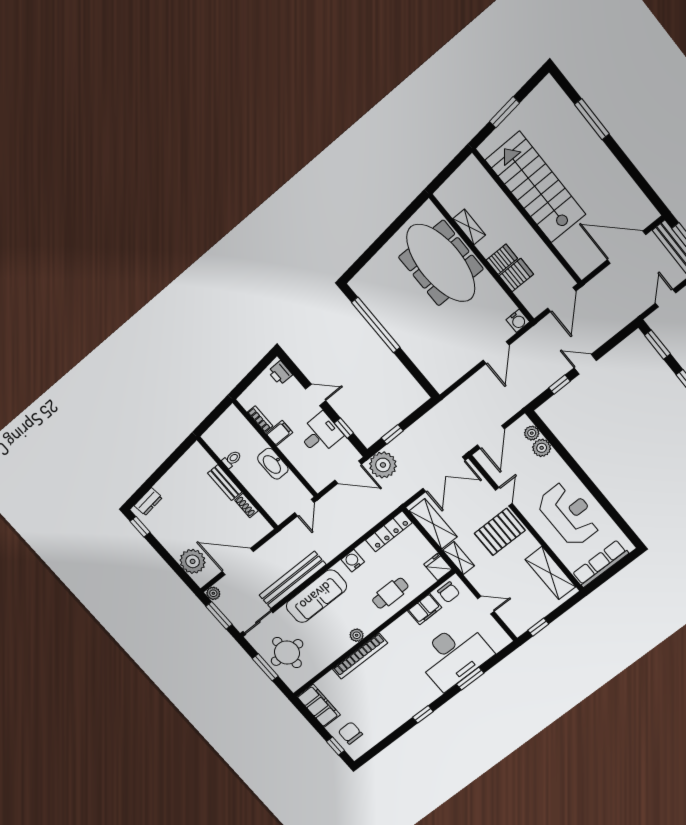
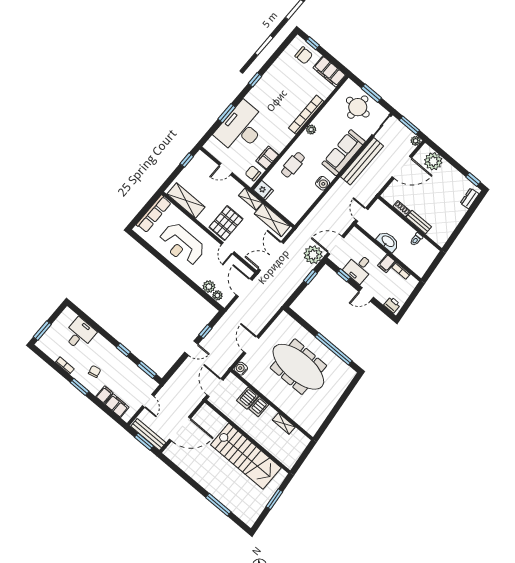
meeting table: (441, 263) -> (298, 367), moved
locker: (389, 531) -> (301, 209), removed

